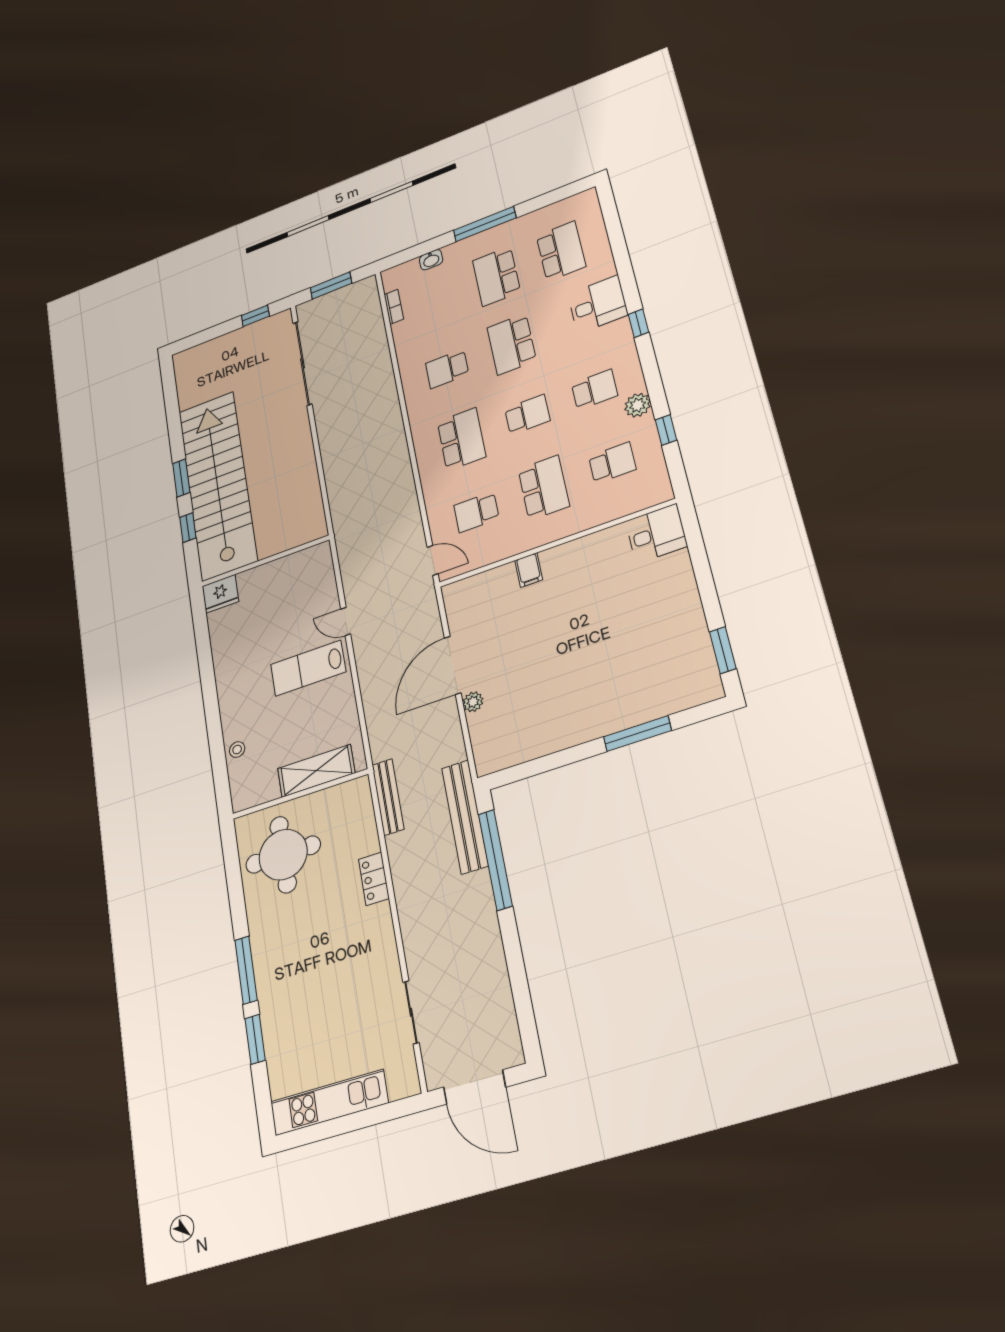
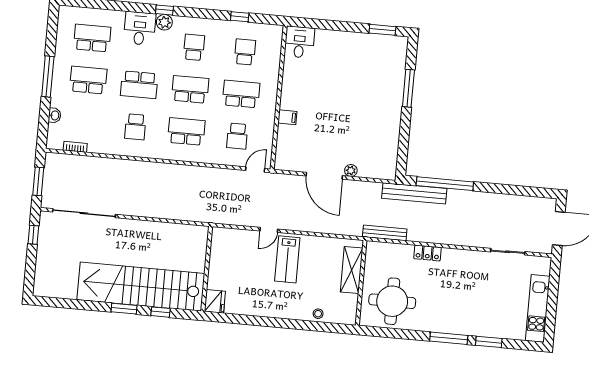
school desk: (497, 276) -> (88, 80), turned 180
plant: (638, 405) -> (164, 22), moved
school desk: (527, 415) -> (190, 89), width x1.85

